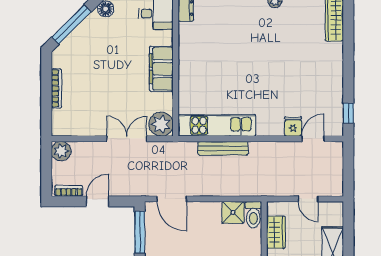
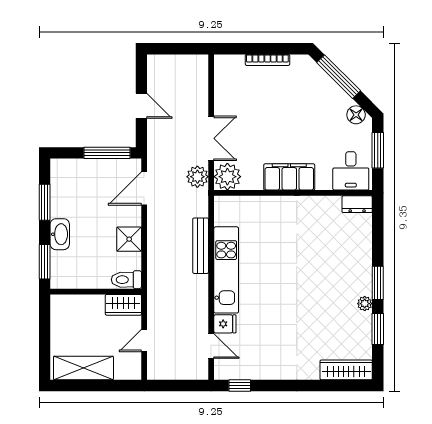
kitchen unit: (217, 125) -> (226, 270), moved
plant: (61, 151) -> (197, 177), moved
bookcase: (69, 191) -> (153, 74), removed
shower: (233, 212) -> (129, 239), moved
wardrobe: (276, 232) -> (123, 305), moved

